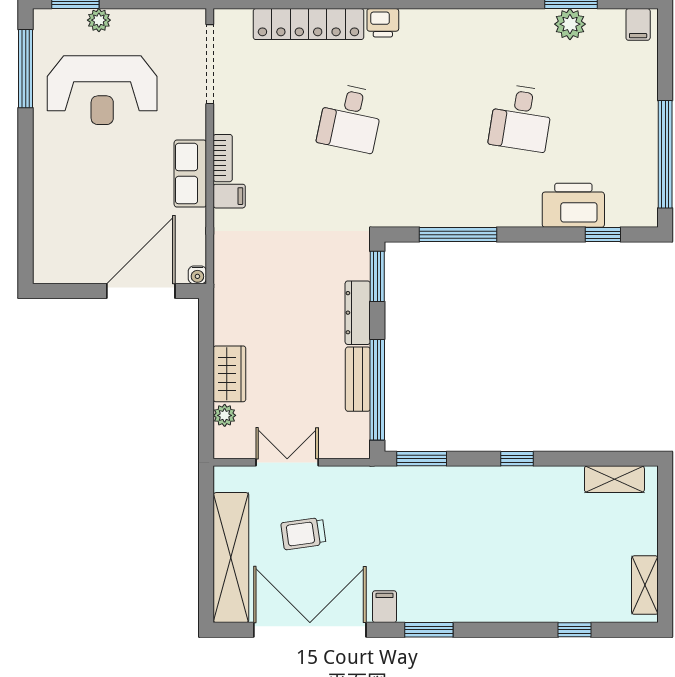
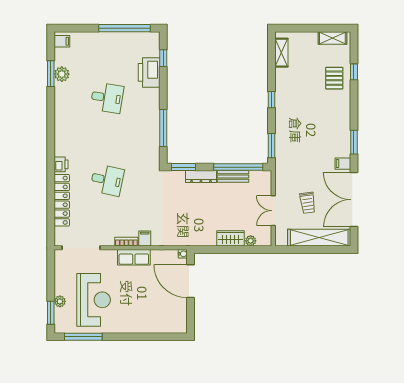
pallet: (562, 589) -> (334, 78), added

